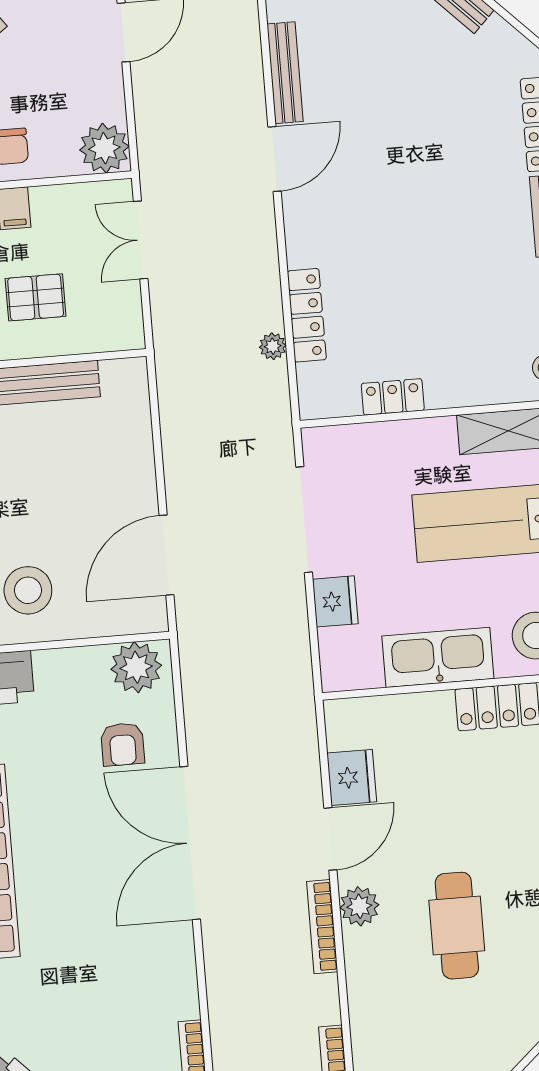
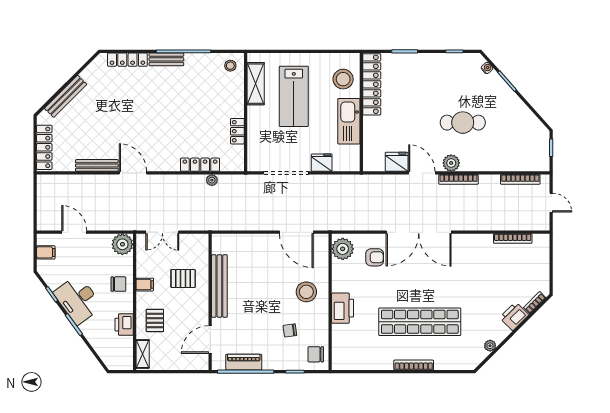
pallet: (36, 297) -> (183, 279), turned 90

